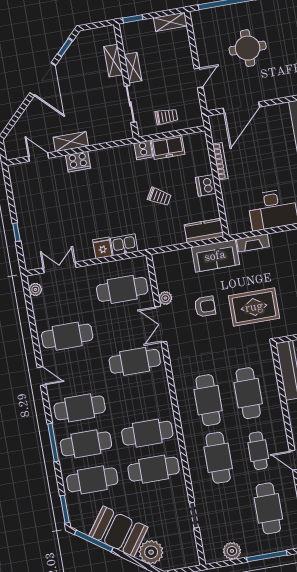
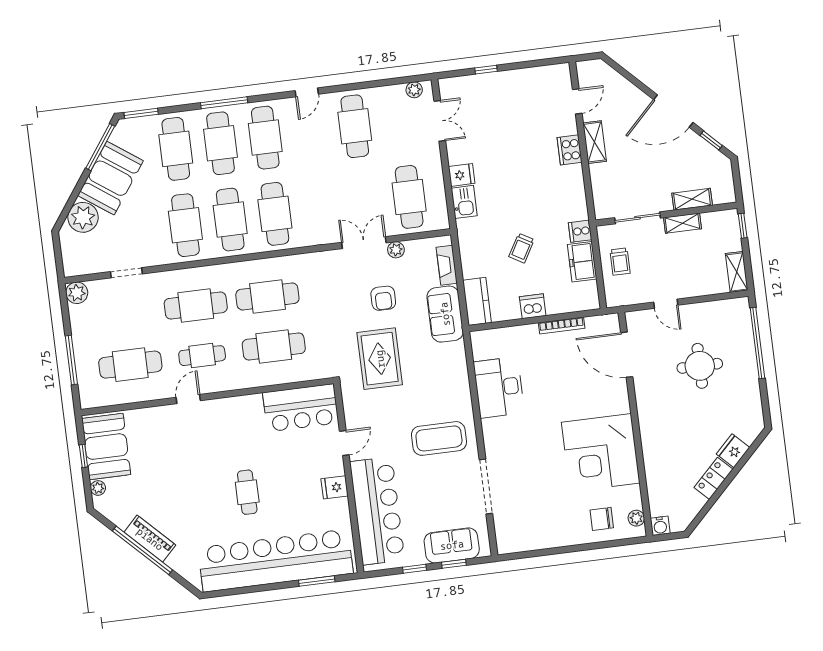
fireplace: (253, 243) -> (447, 265), moved
cafe table: (135, 361) -> (275, 214), moved
plant: (232, 551) -> (77, 293), moved

